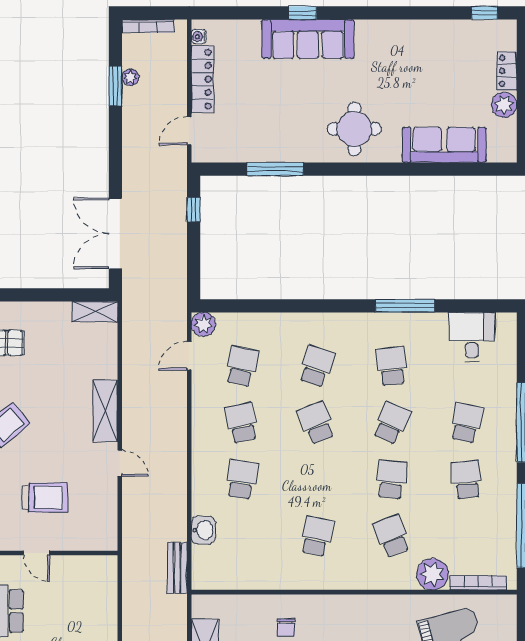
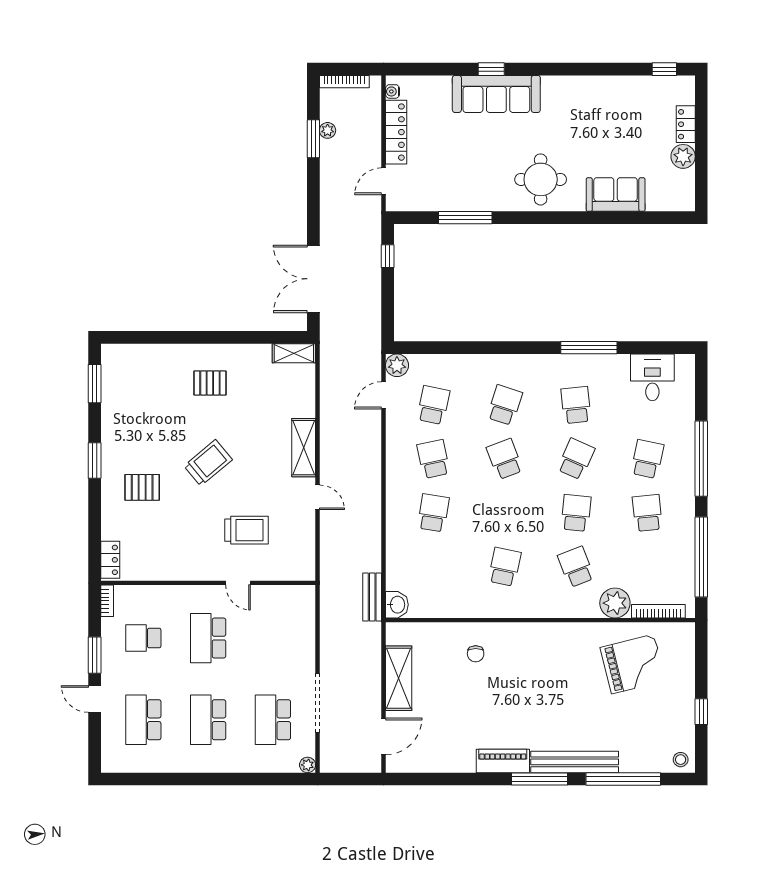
sofa: (444, 145) -> (616, 195), width x0.73
washbasin: (203, 530) -> (397, 605), moved

